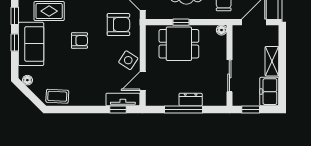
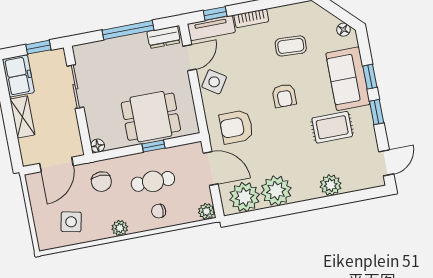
armchair: (79, 41) -> (284, 96), turned -90
coffee table: (57, 96) -> (291, 46), moved
dresser: (191, 99) -> (164, 37), moved
bookcase: (93, 101) -> (251, 18), added

